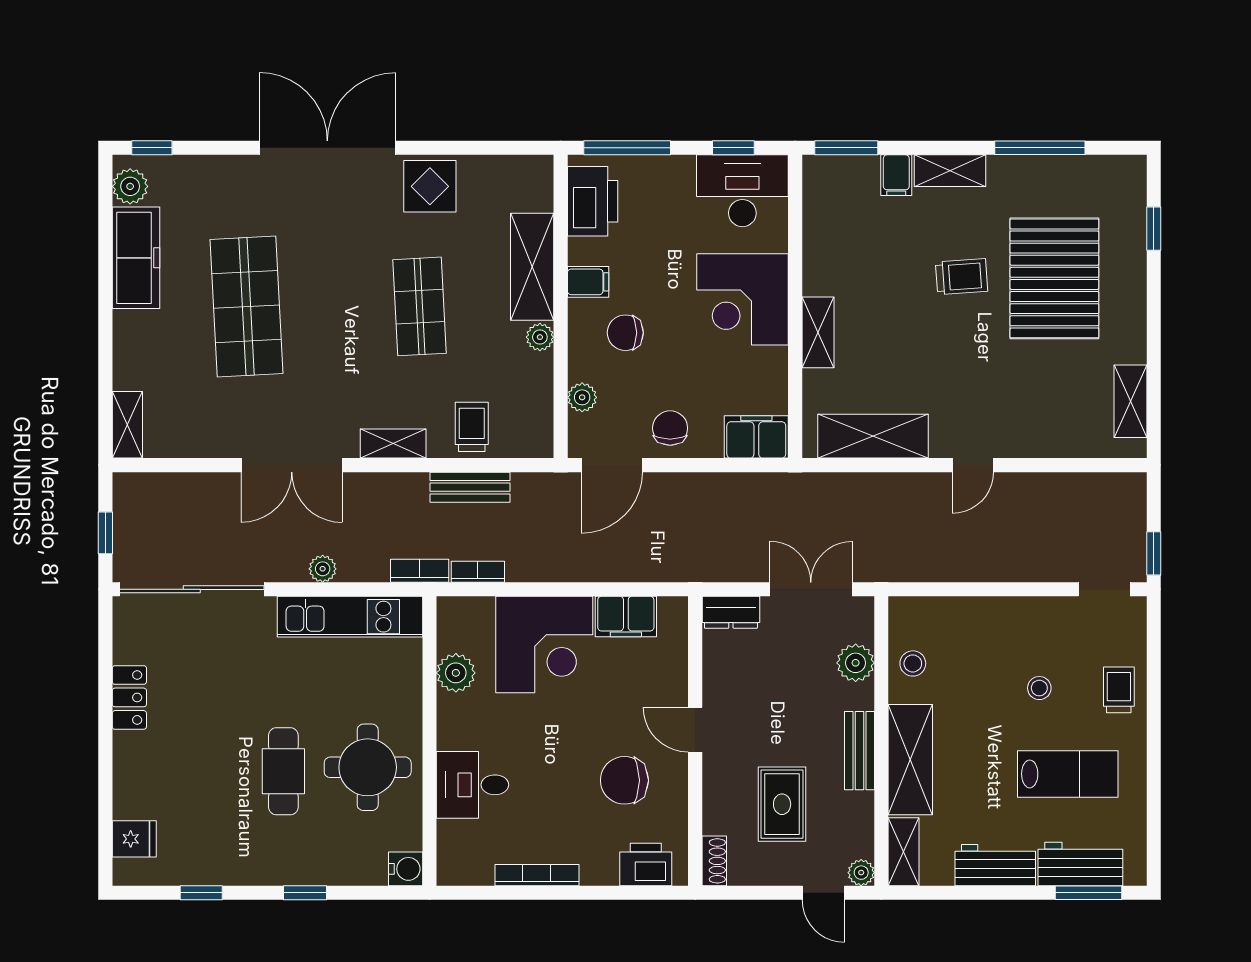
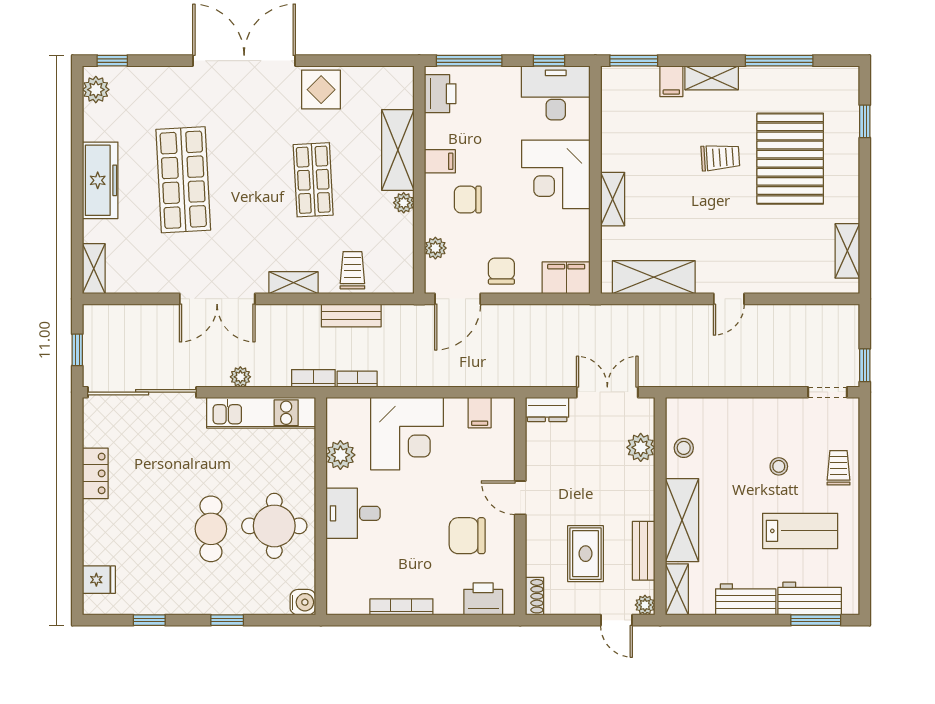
printer: (593, 201) -> (440, 94), width x0.73, depth x0.84
freezer: (136, 258) -> (100, 180), moved
filing cabinet: (626, 616) -> (480, 413), width x0.50
bench: (859, 751) -> (644, 551), moved
desk: (473, 785) -> (353, 513), moved

